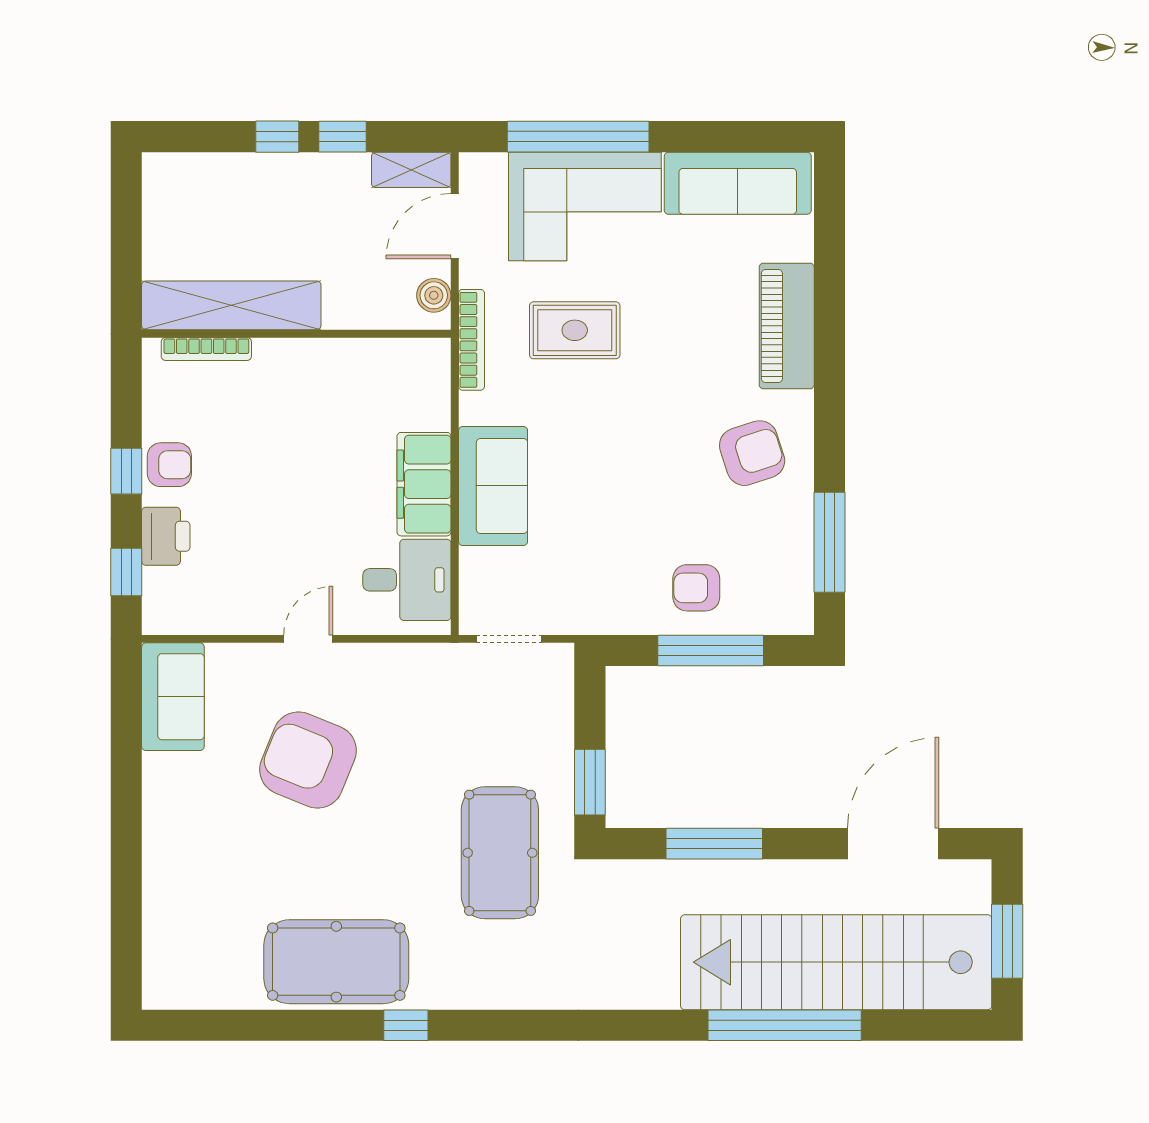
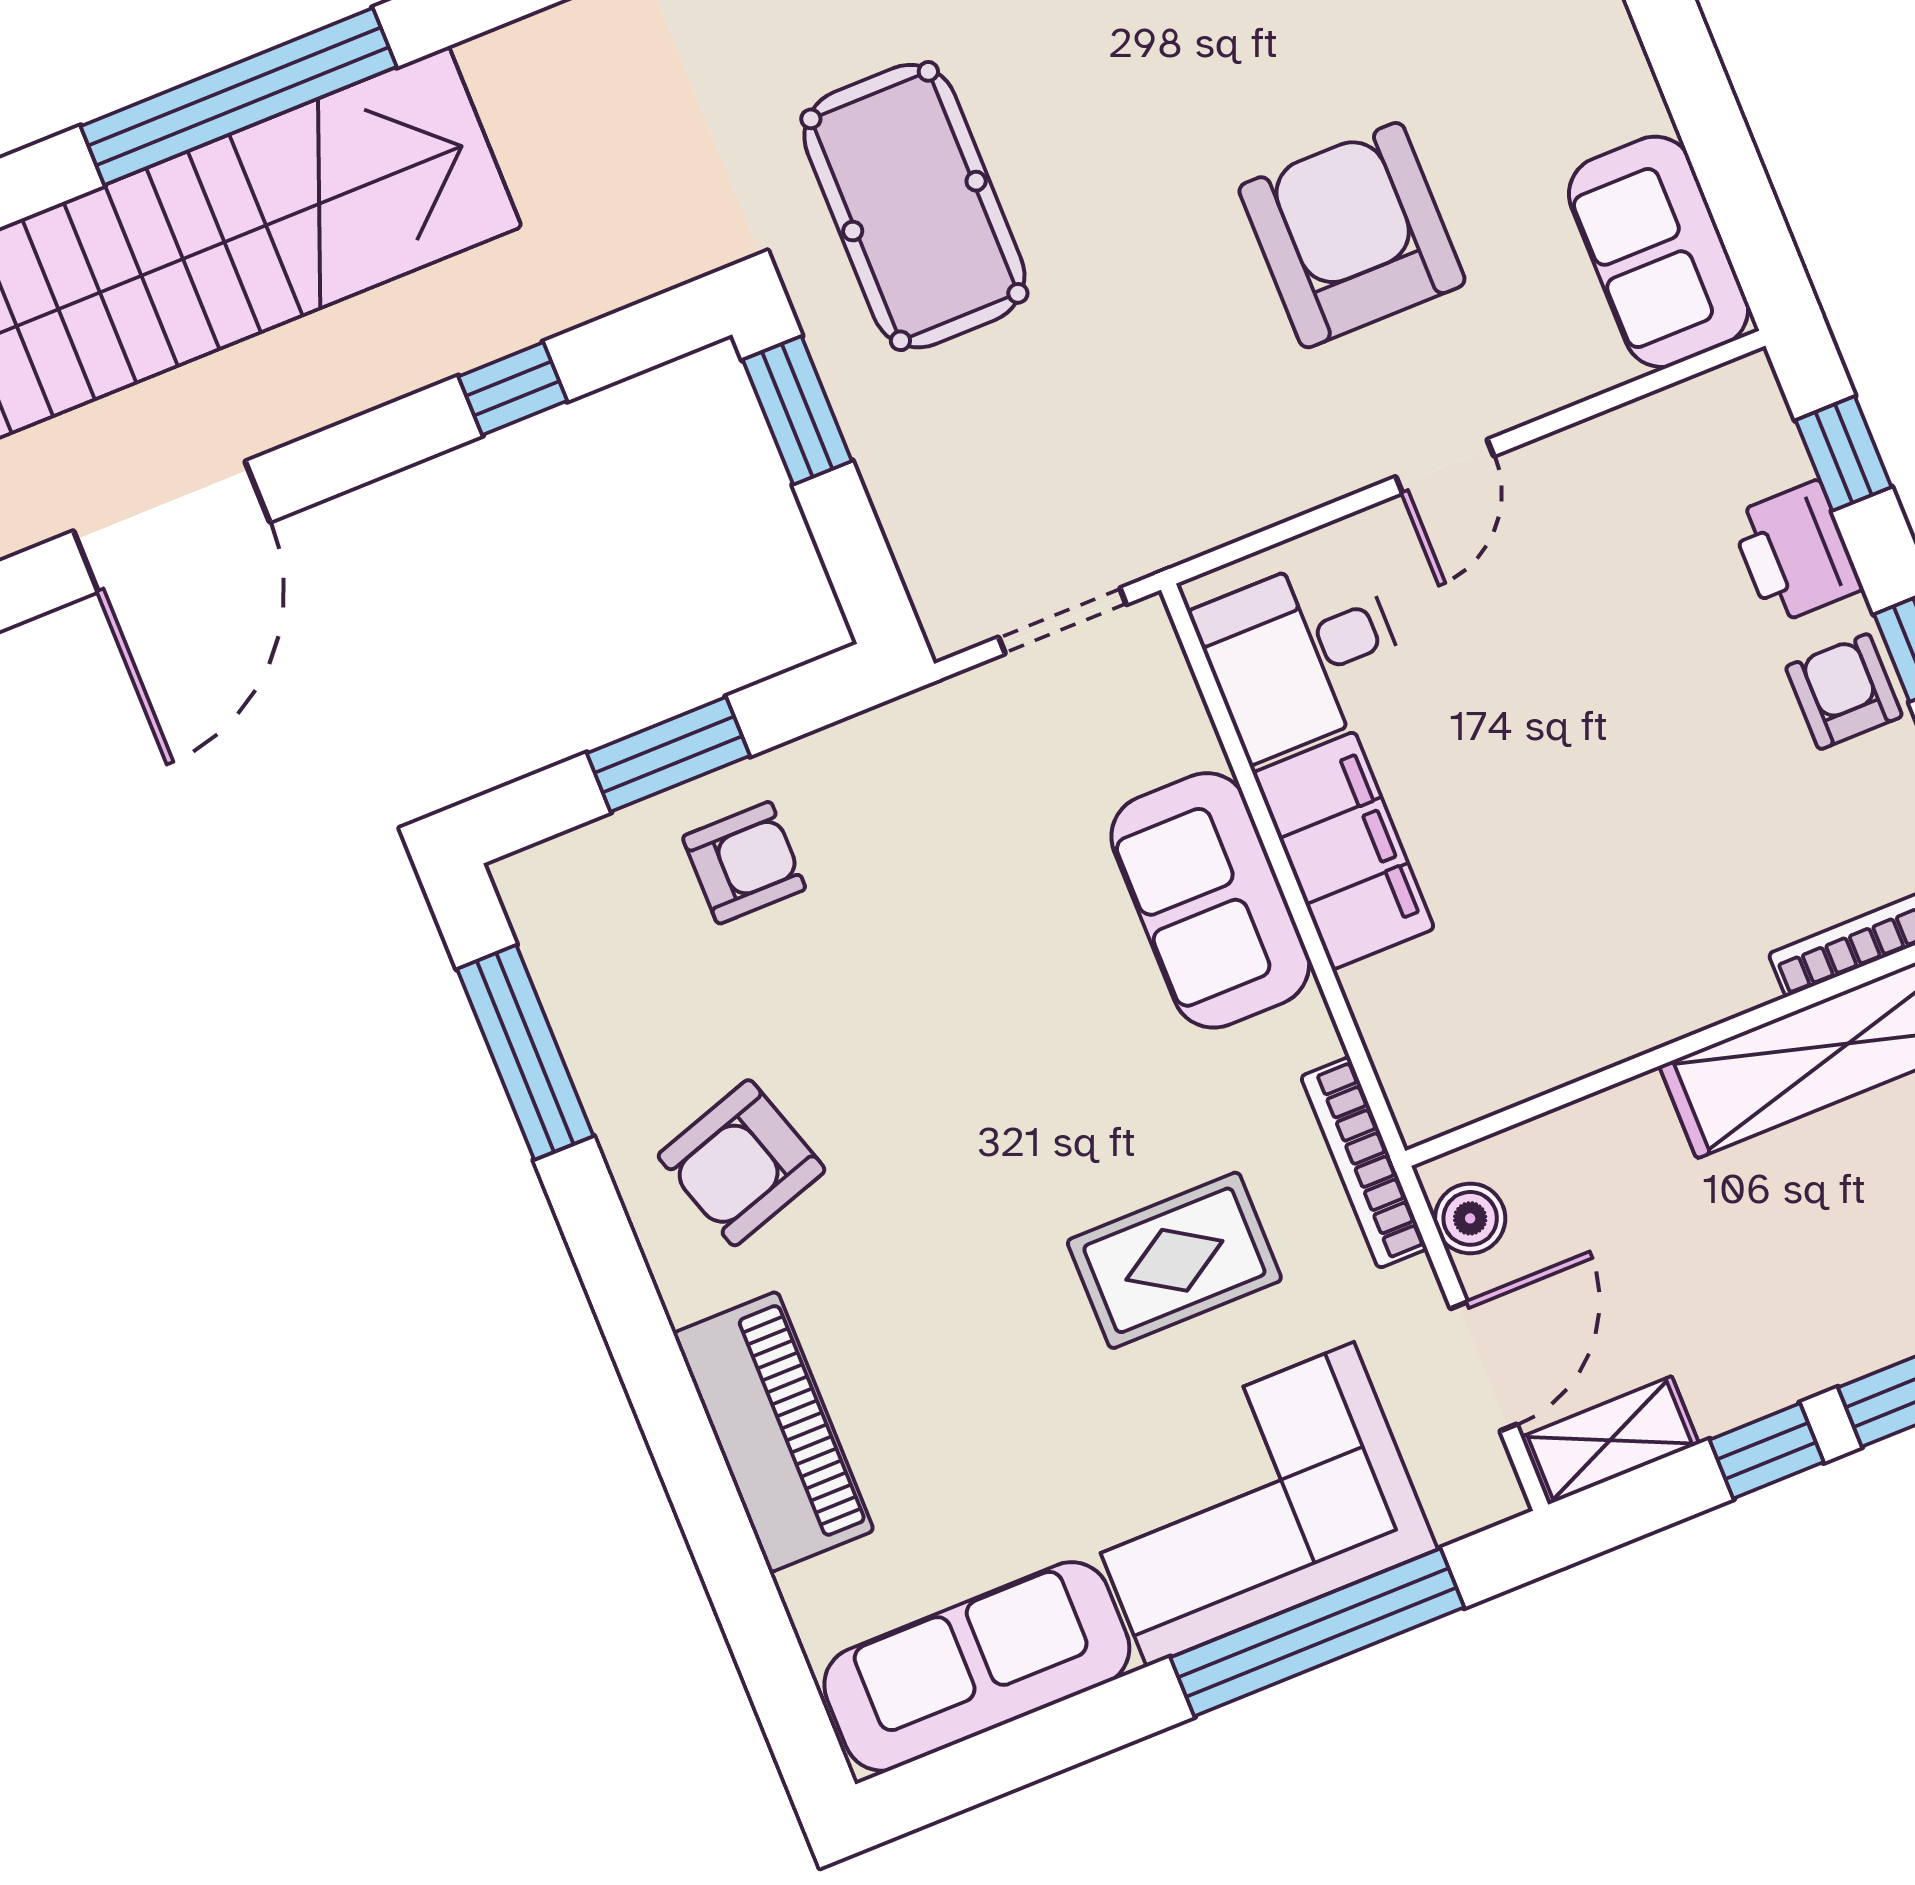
armchair: (169, 465) -> (1844, 692), turned 90
window: (711, 650) -> (668, 754), width x0.69
armchair: (308, 760) -> (1352, 235), turned -112
window: (714, 844) -> (513, 389), width x0.46

